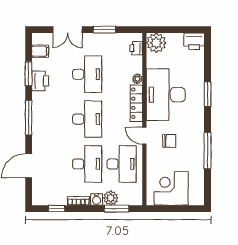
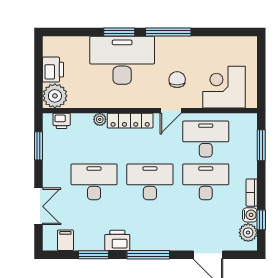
window: (104, 30) -> (39, 146), moved
printer: (194, 41) -> (53, 70), moved
printer: (40, 81) -> (117, 240), moved
desk: (166, 95) -> (122, 60), moved, turned 180
window: (208, 151) -> (168, 32), moved
corner desk: (171, 188) -> (224, 87), moved, turned 90
plant: (111, 198) -> (248, 233), moved
water cooler: (97, 199) -> (250, 215), moved

